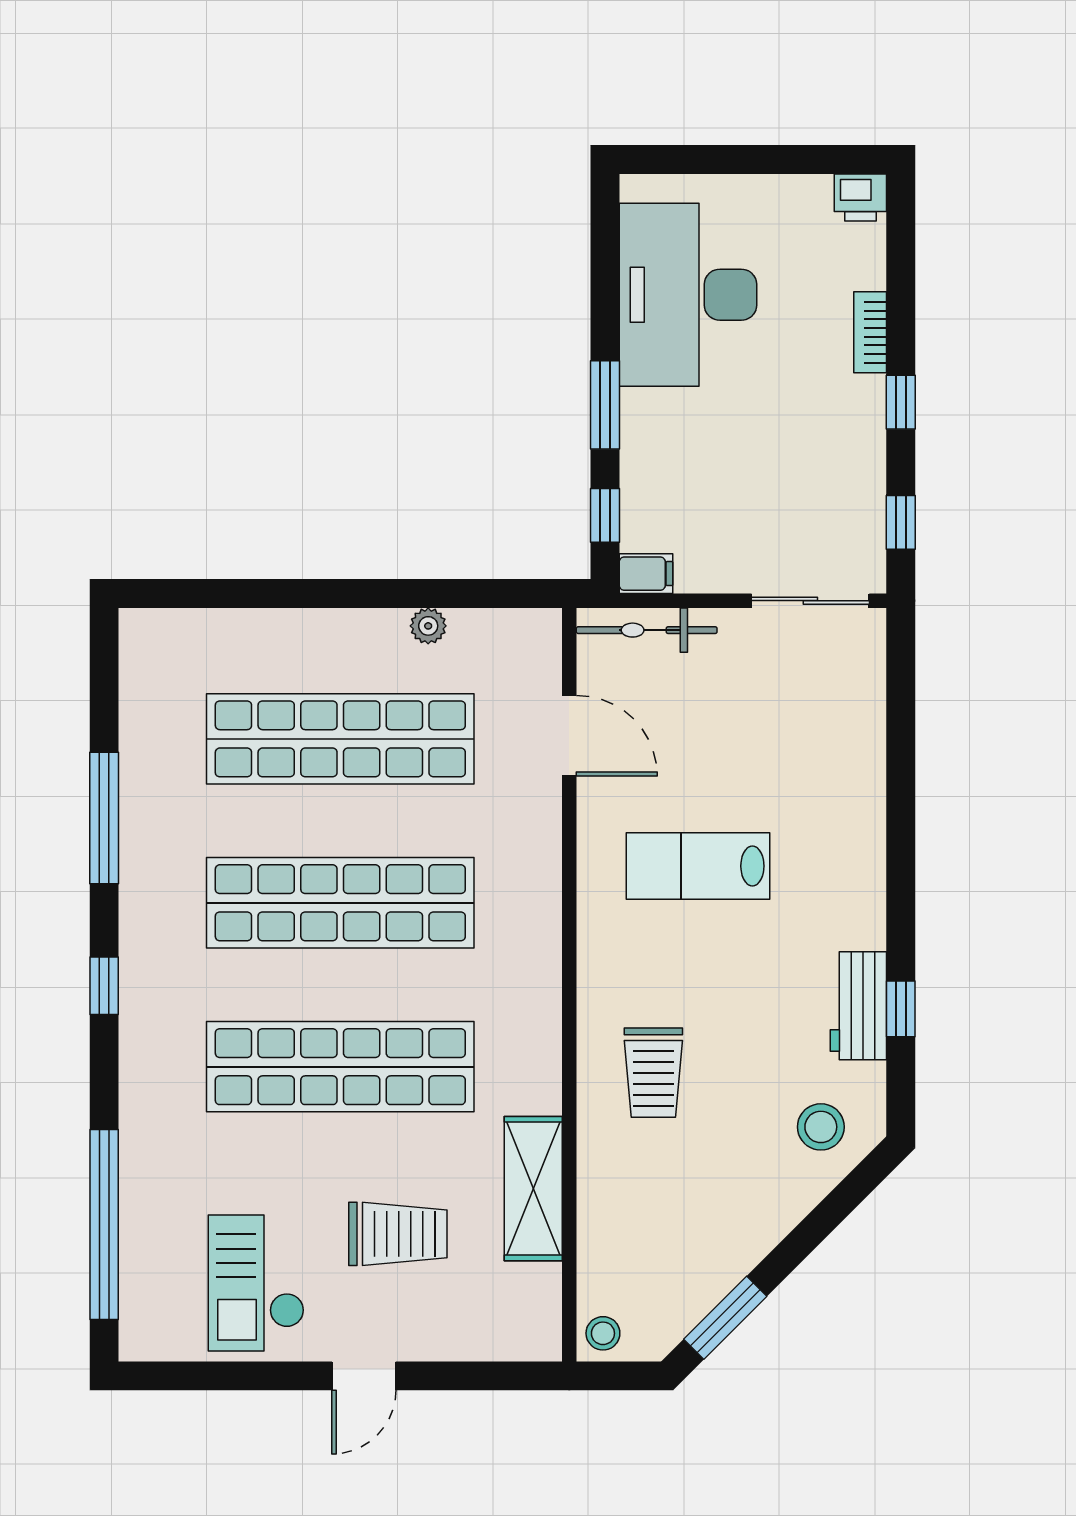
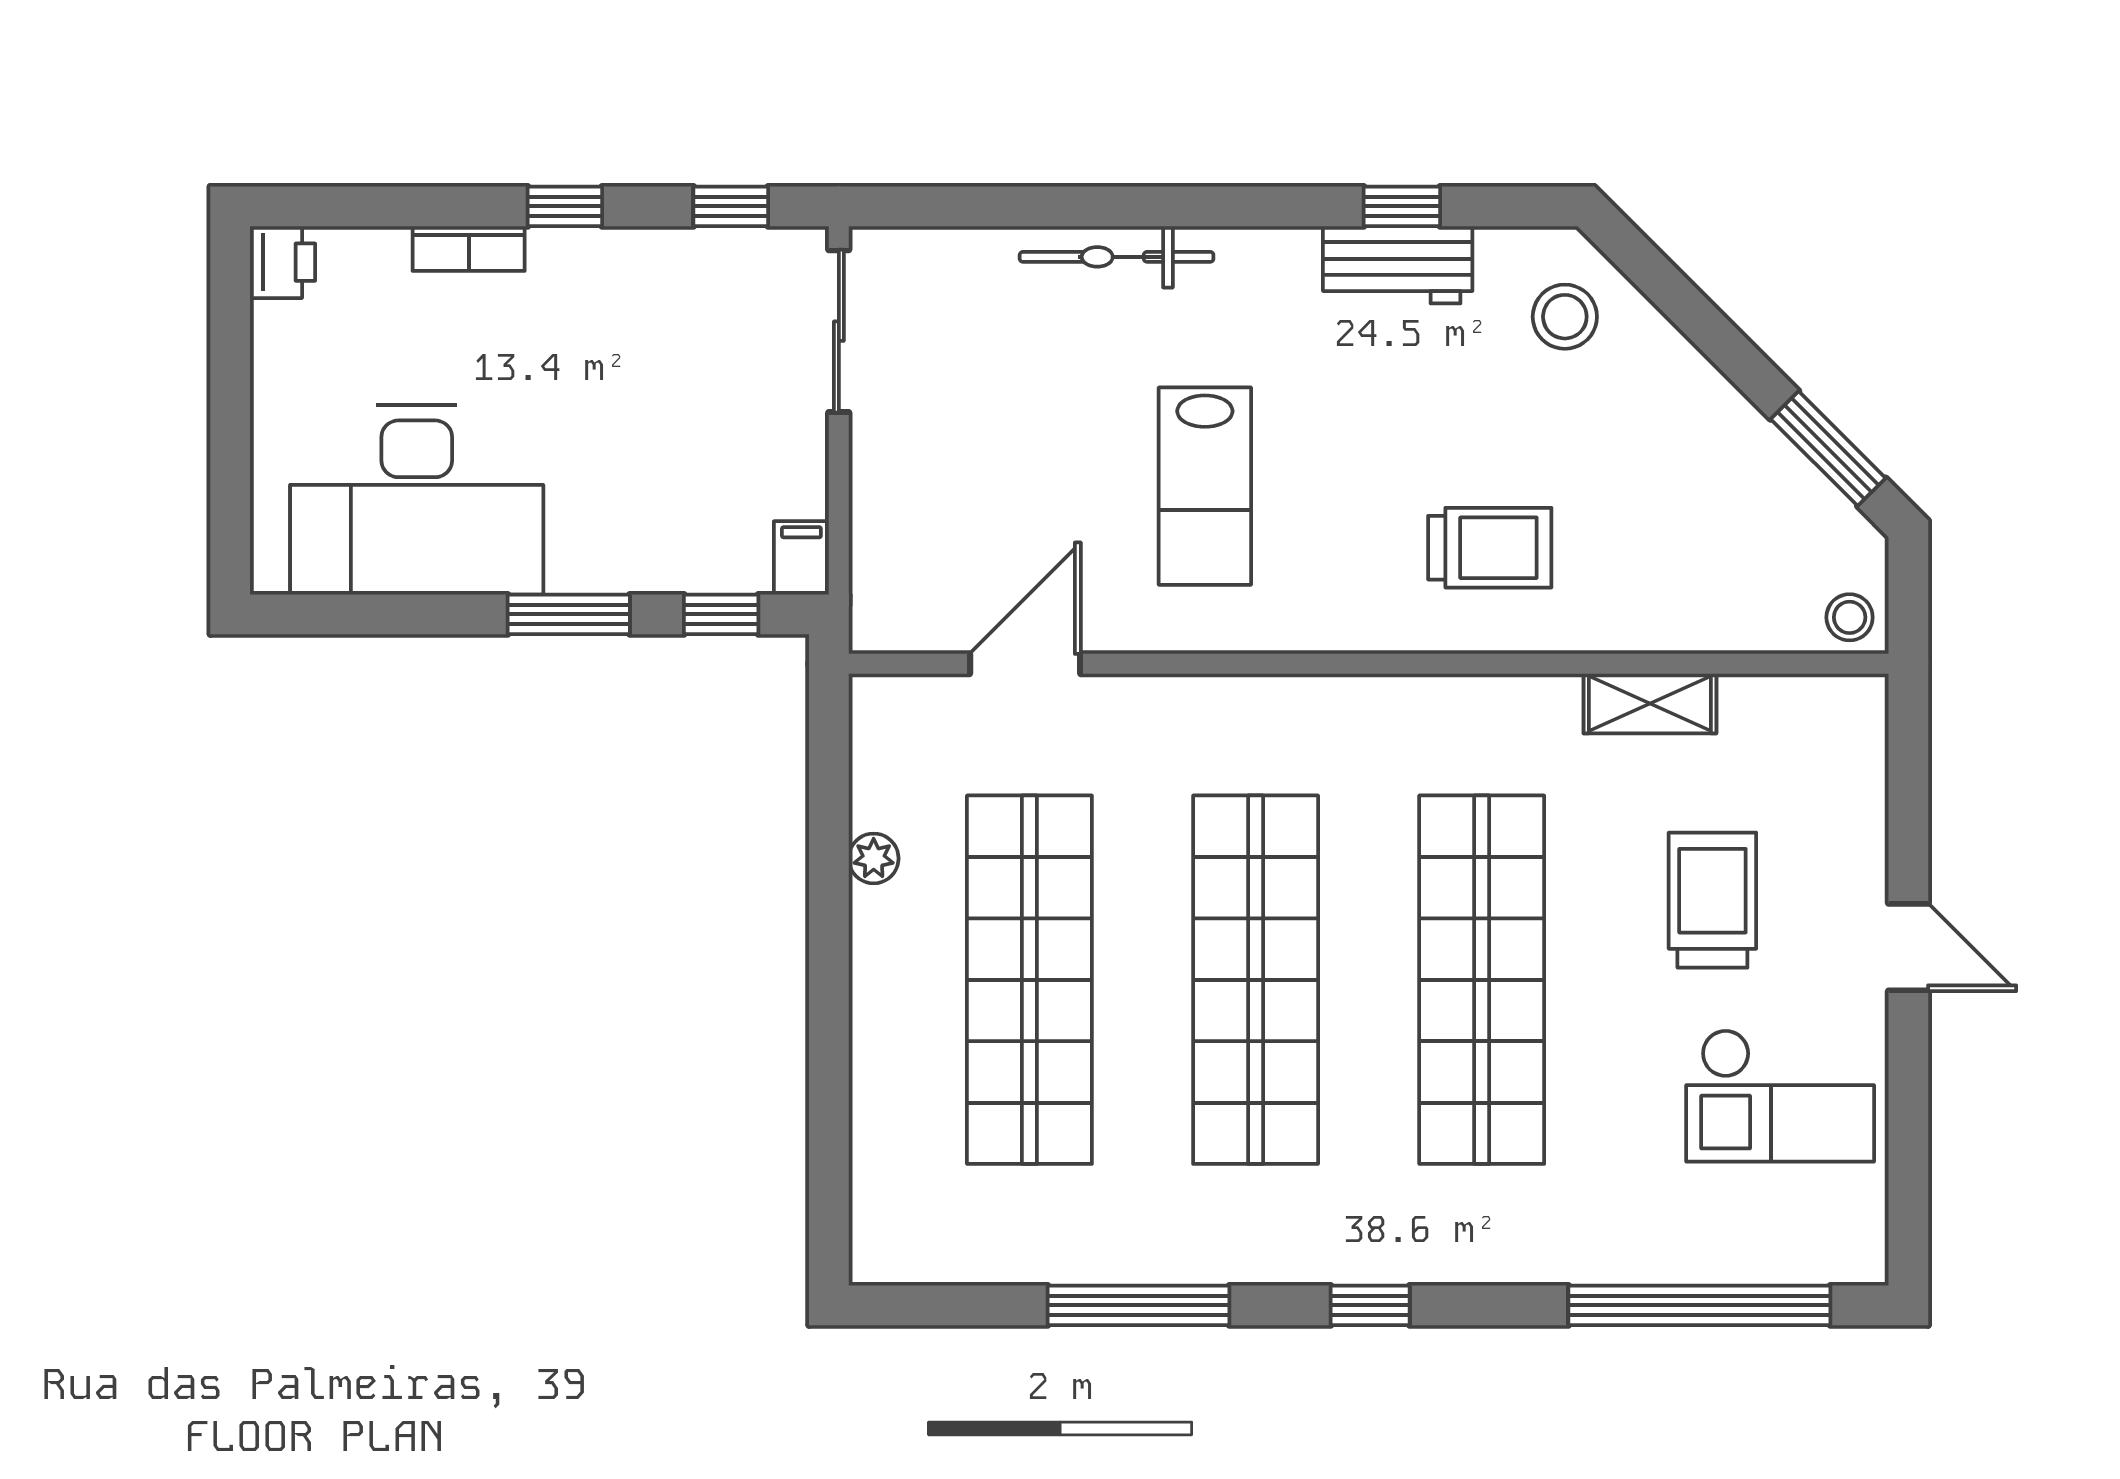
bicycle: (647, 630) -> (1117, 257), moved, turned 90
shelving: (533, 1189) -> (1650, 704), width x0.67, depth x0.75

